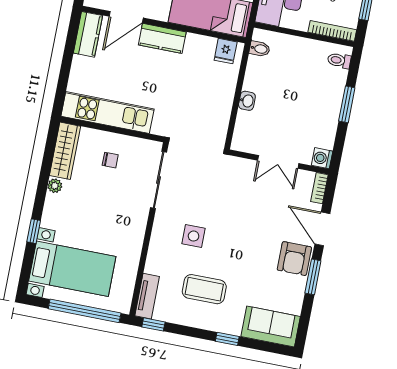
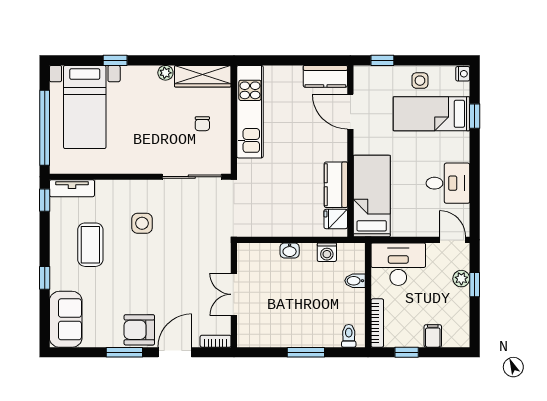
kitchen counter: (162, 38) -> (336, 185), moved
bidet: (260, 49) -> (355, 281), moved, turned 90
washing machine: (322, 158) -> (327, 252), moved, turned 180

